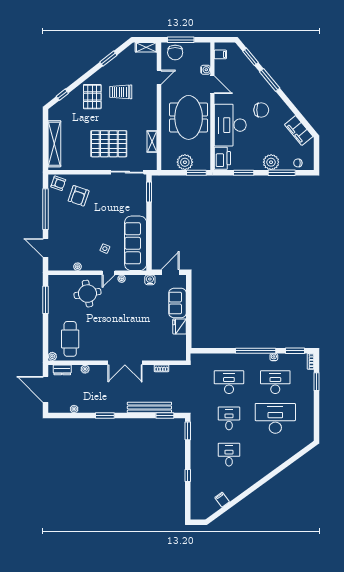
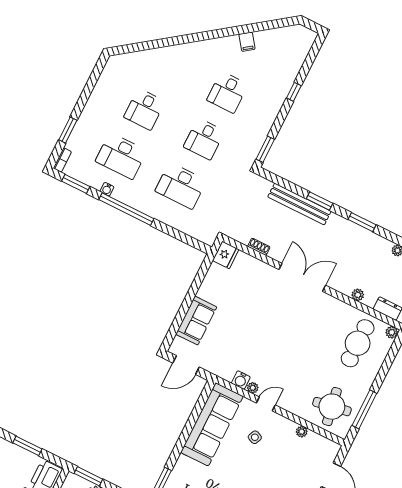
water cooler: (150, 280) -> (241, 380), moved
round table: (87, 294) -> (332, 407), moved
fridge: (180, 326) -> (226, 255), moved
window: (165, 416) -> (320, 201), moved
desk: (275, 418) -> (144, 109), width x0.53, depth x0.77
filing cabinet: (222, 500) -> (247, 42), moved

